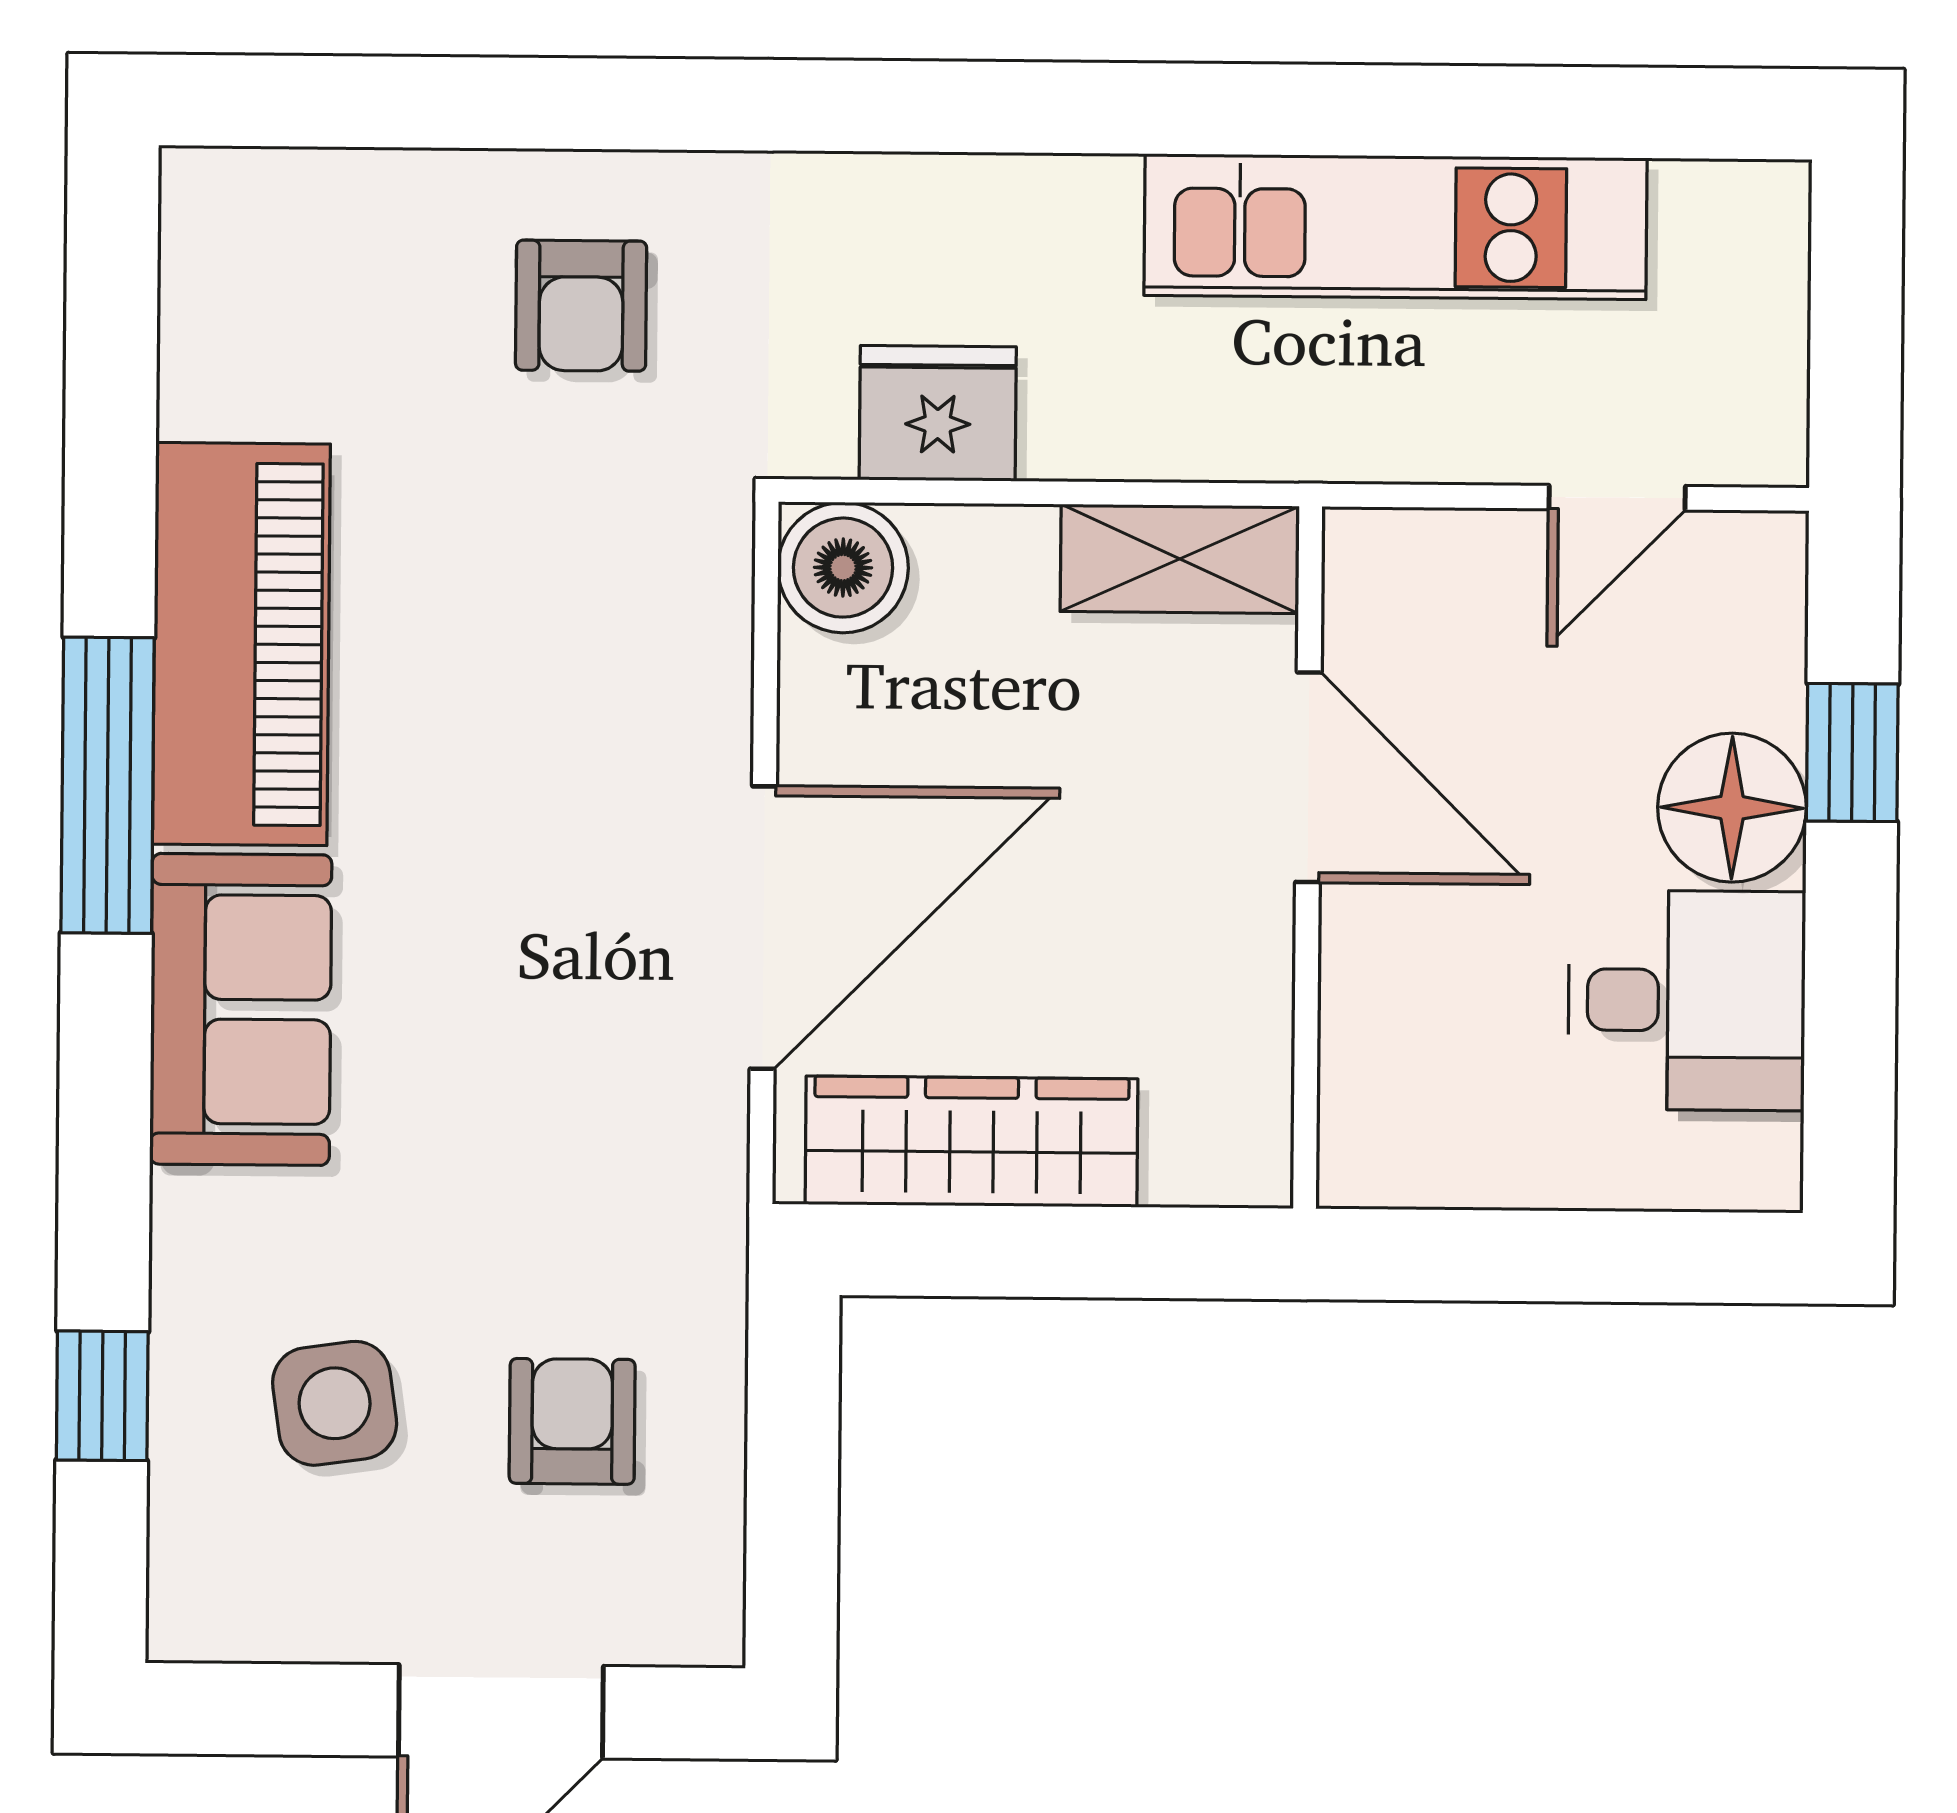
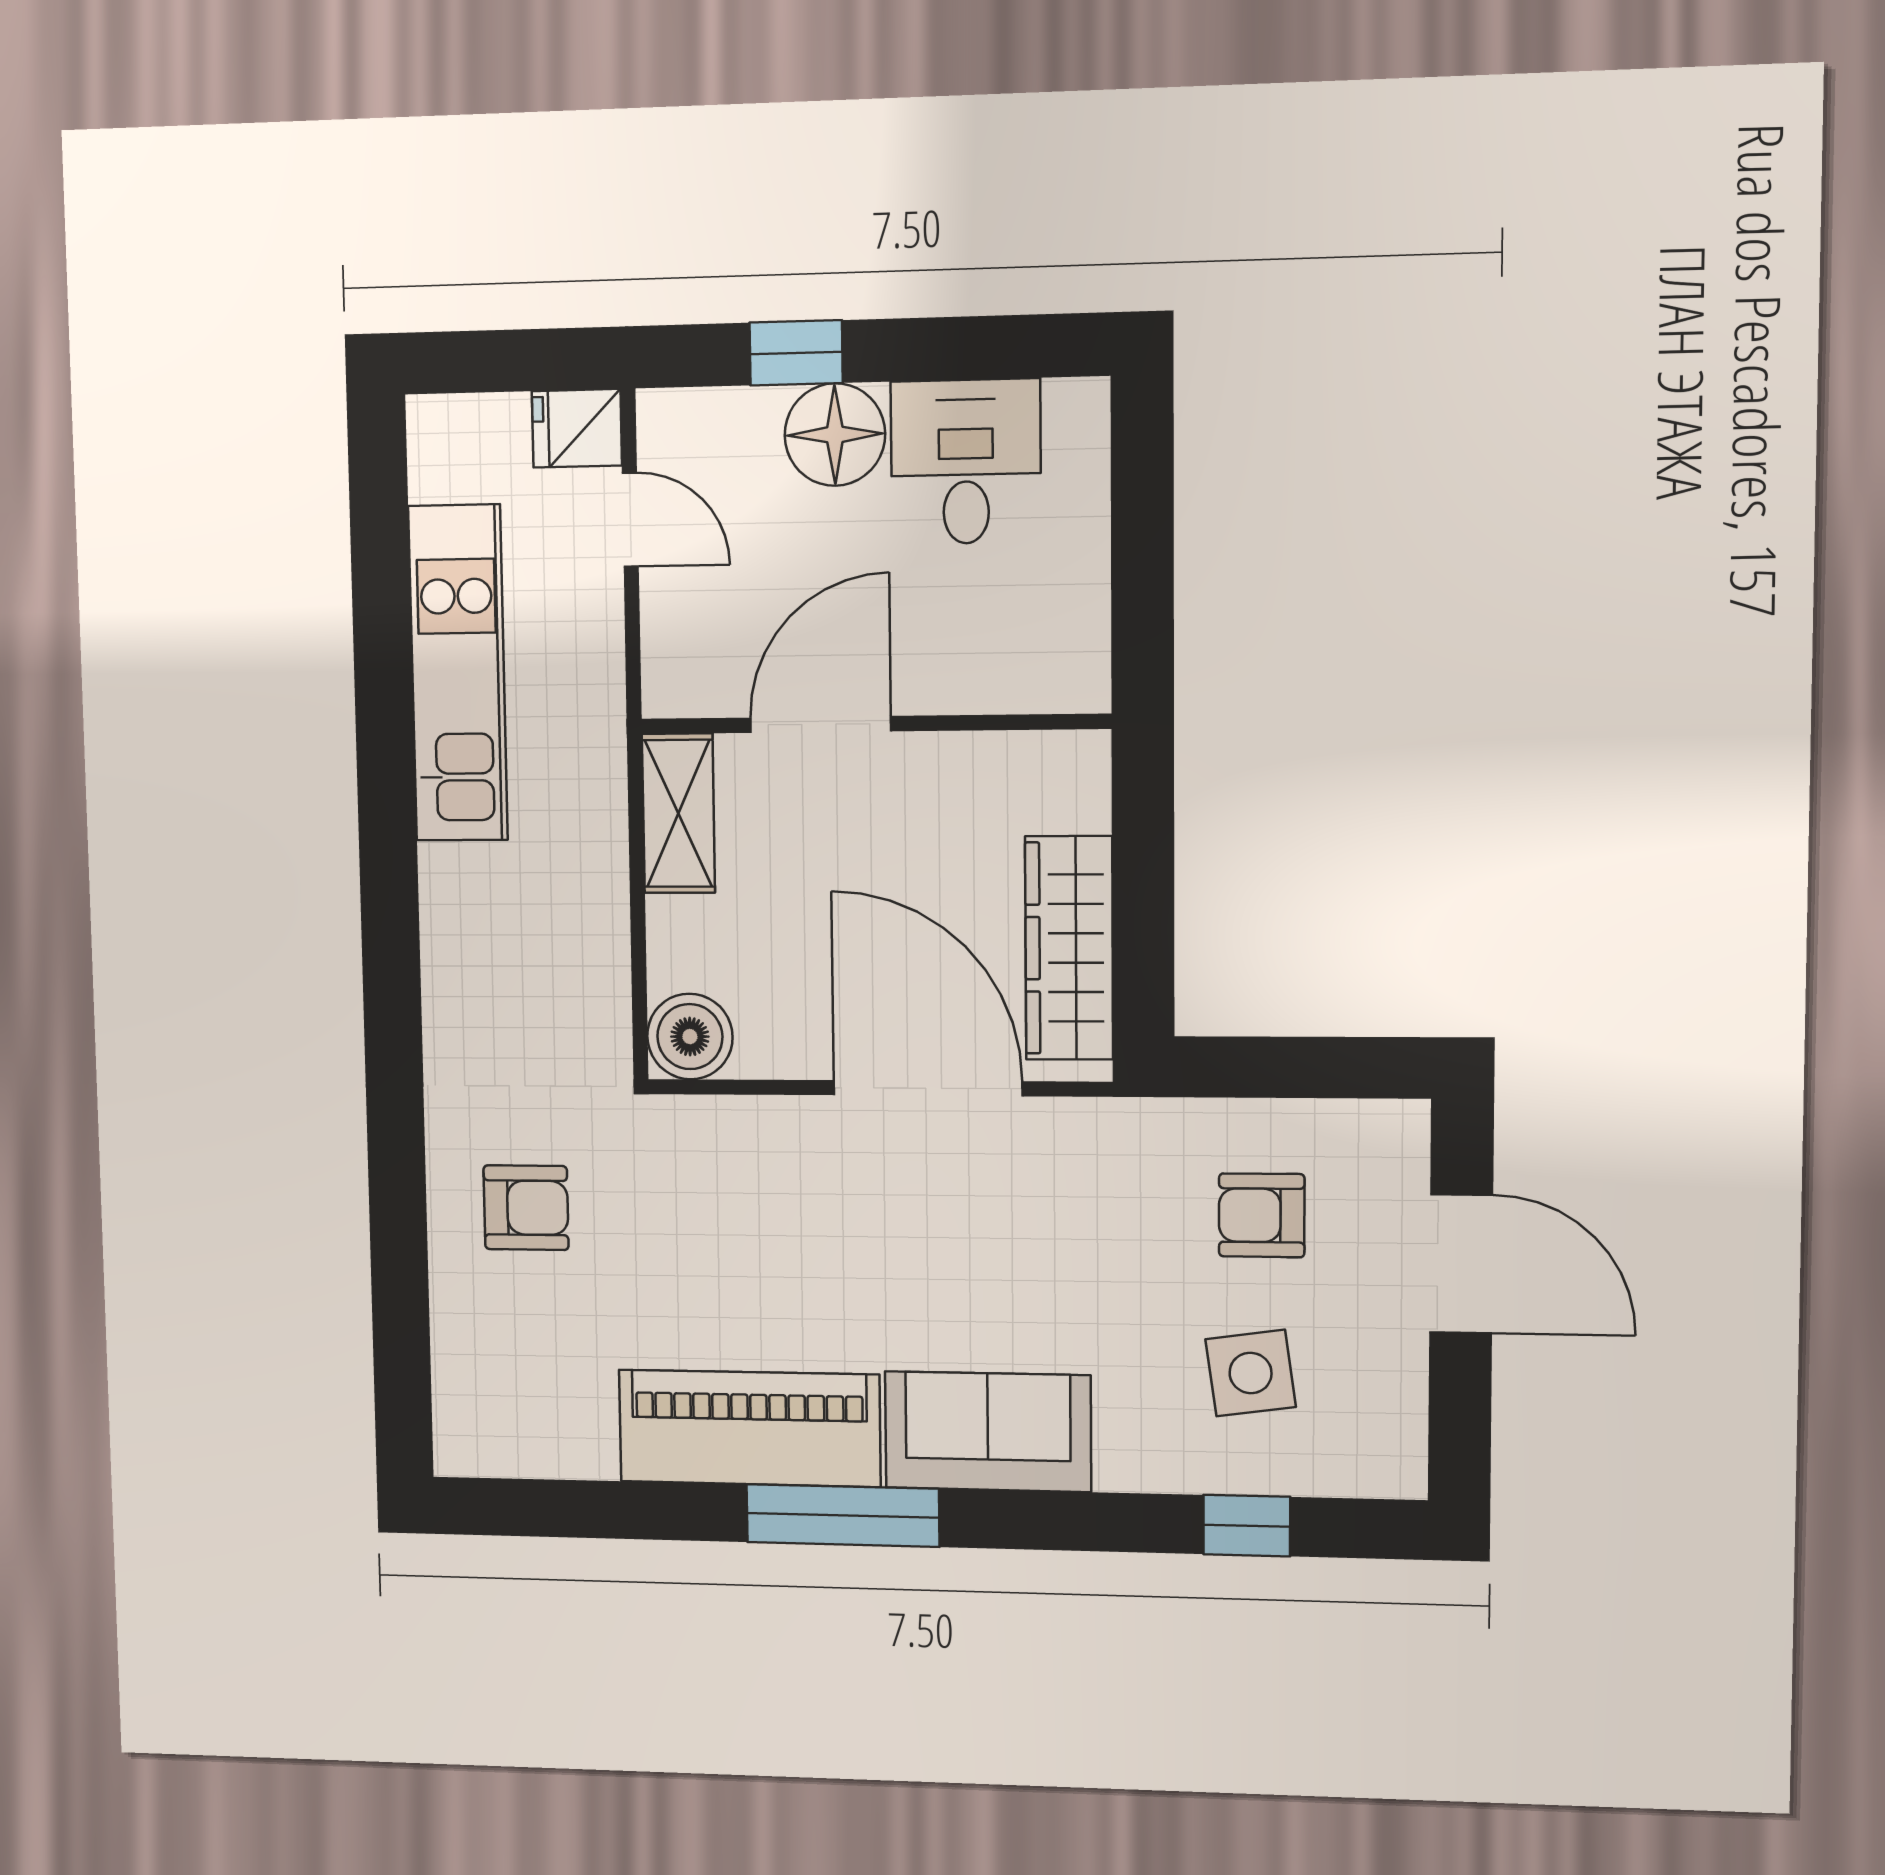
fridge: (938, 413) -> (577, 428), moved, width x0.72

